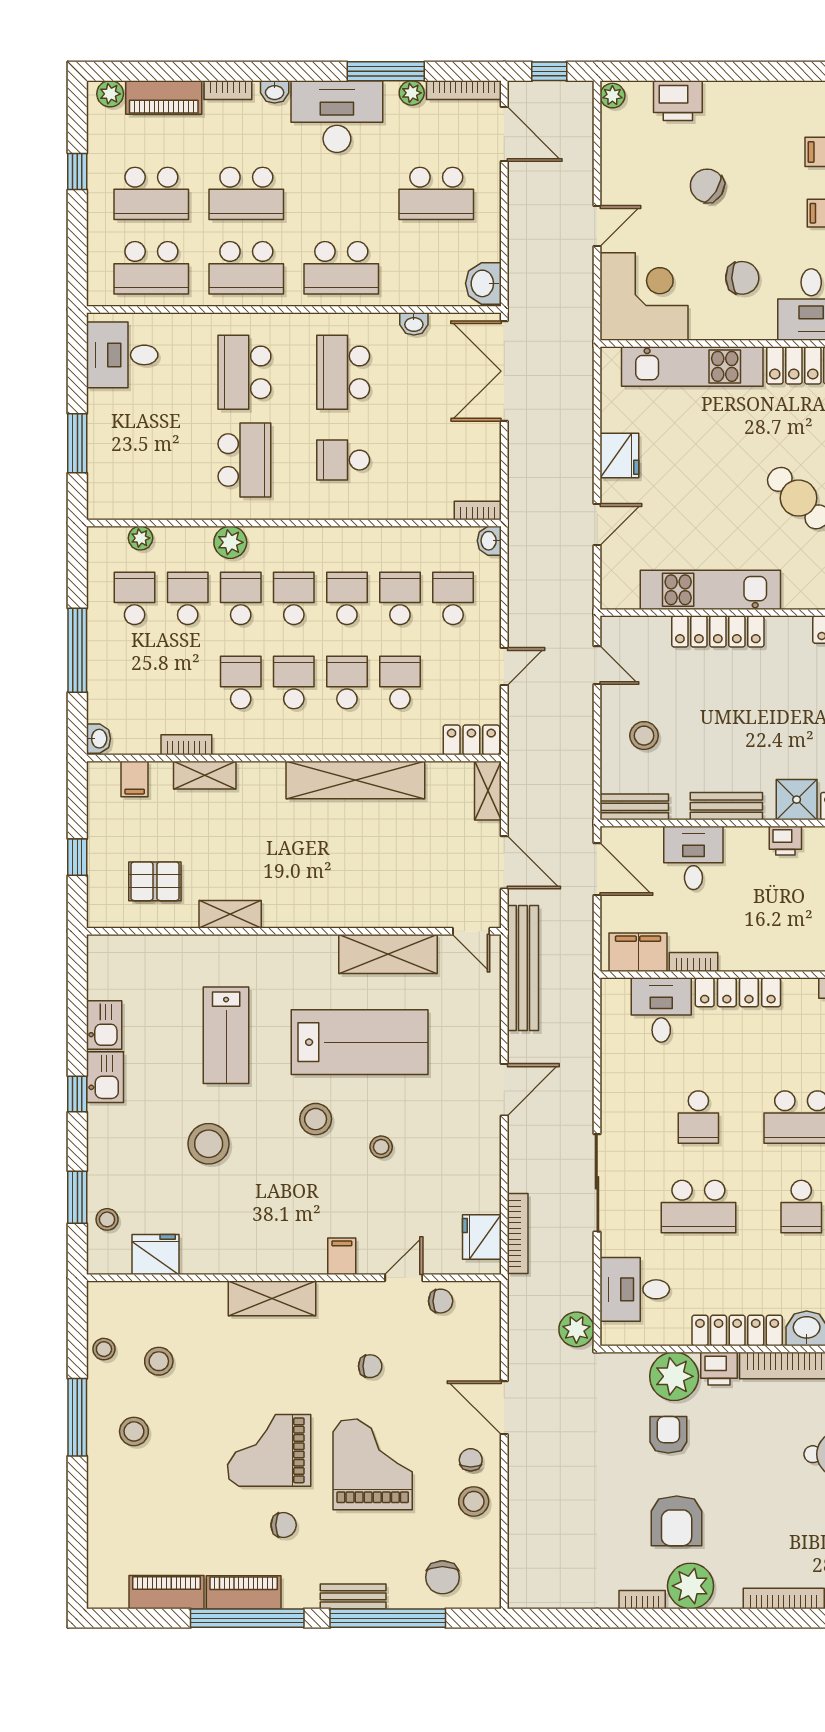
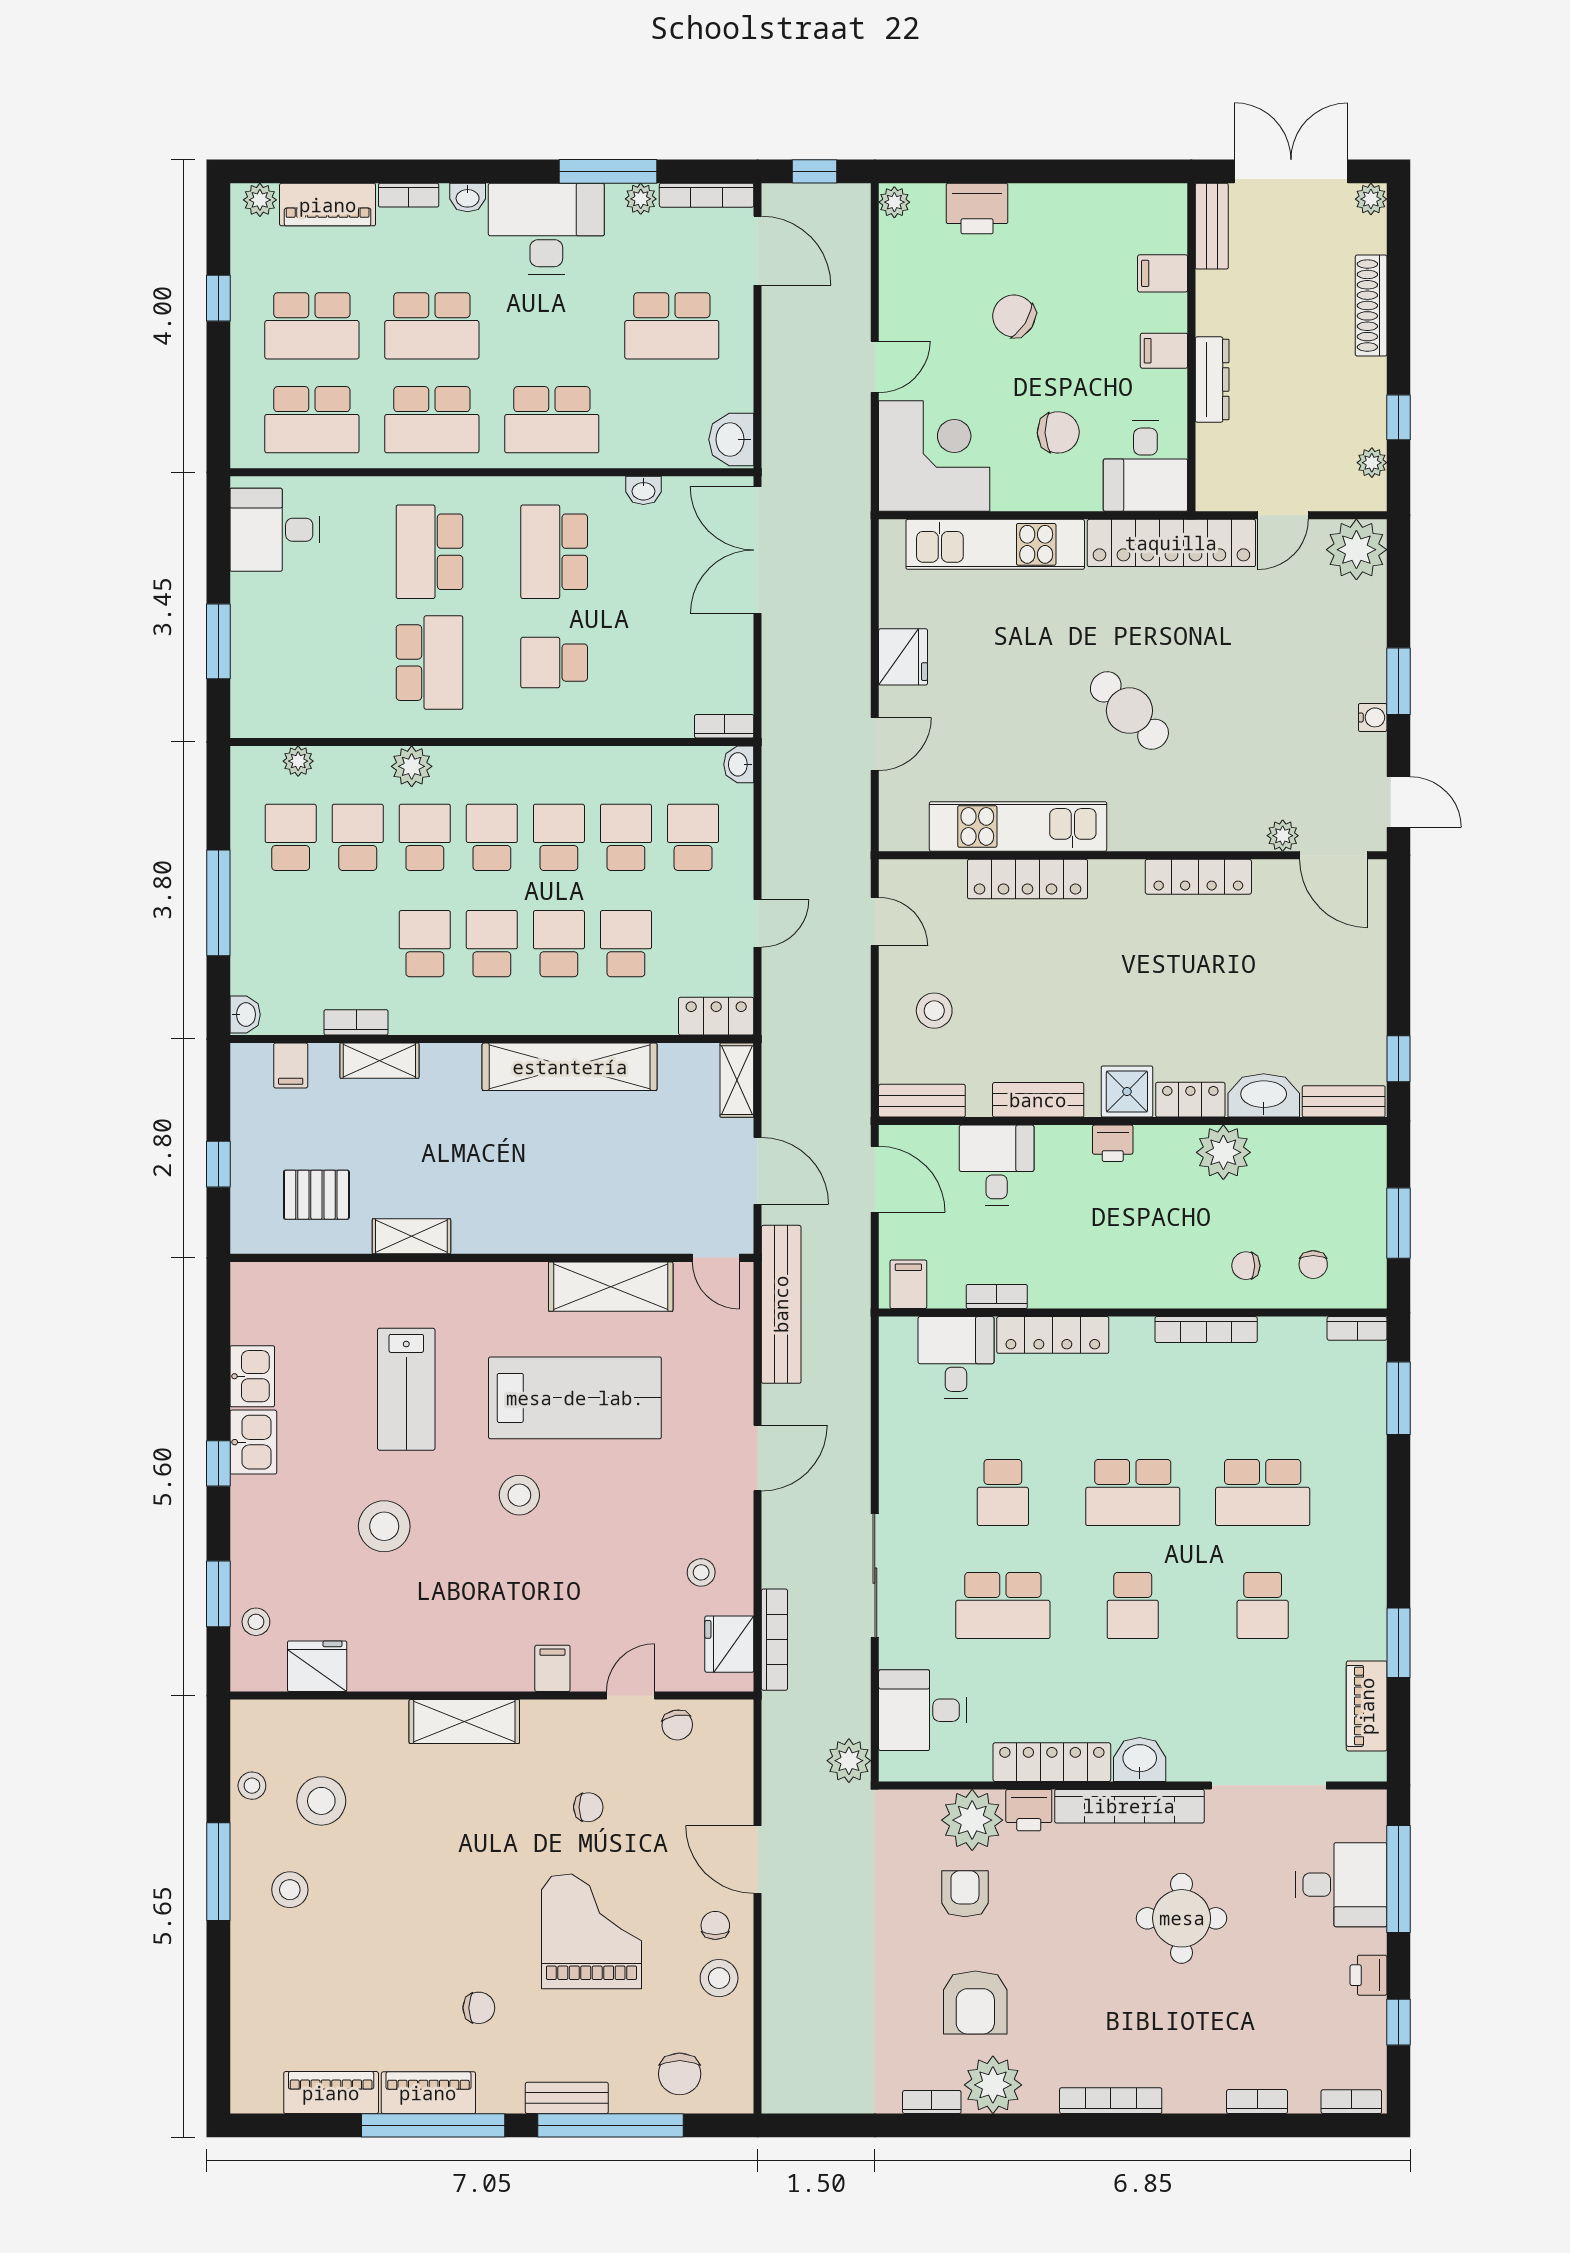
filing cabinet: (638, 952) -> (908, 1284), width x0.50
stool: (381, 1147) -> (701, 1572), moved
chair: (441, 1301) -> (677, 1725), turned 80
stool: (159, 1361) -> (321, 1801), width x1.38, depth x1.38
grand piano: (269, 1450) -> (461, 1914), removed

